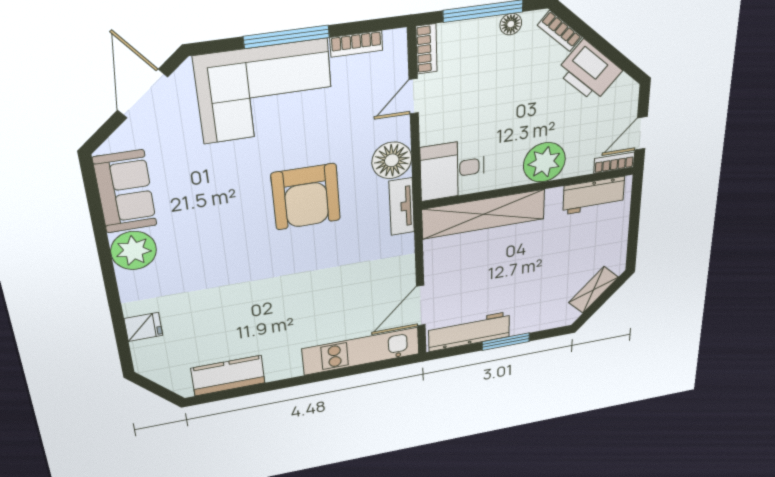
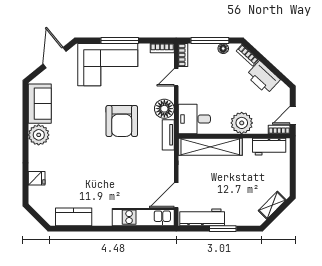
bookcase: (356, 44) -> (162, 48), moved

